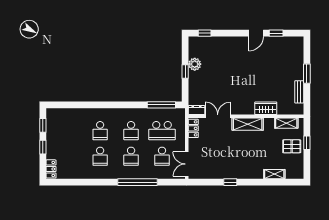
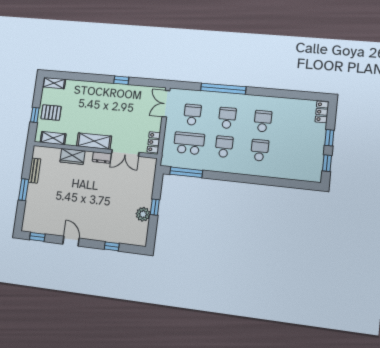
window: (205, 33) -> (112, 246), moved
door: (256, 33) -> (71, 241), hinge flipped
window: (276, 33) -> (37, 237), moved
dresser: (197, 110) -> (102, 158), moved
double door: (187, 164) -> (166, 104), swing flipped
shelving: (274, 174) -> (54, 83), moved

